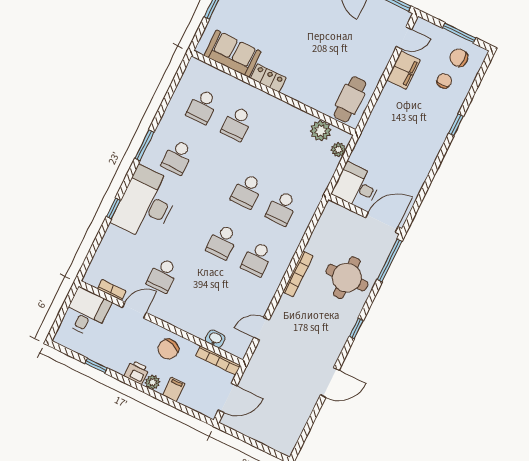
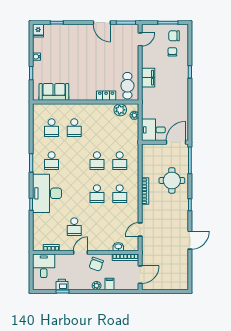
filing cabinet: (403, 70) -> (148, 78), moved
locker: (268, 78) -> (106, 96), moved
door: (134, 310) -> (81, 252), moved
printer: (137, 372) -> (62, 285), moved

